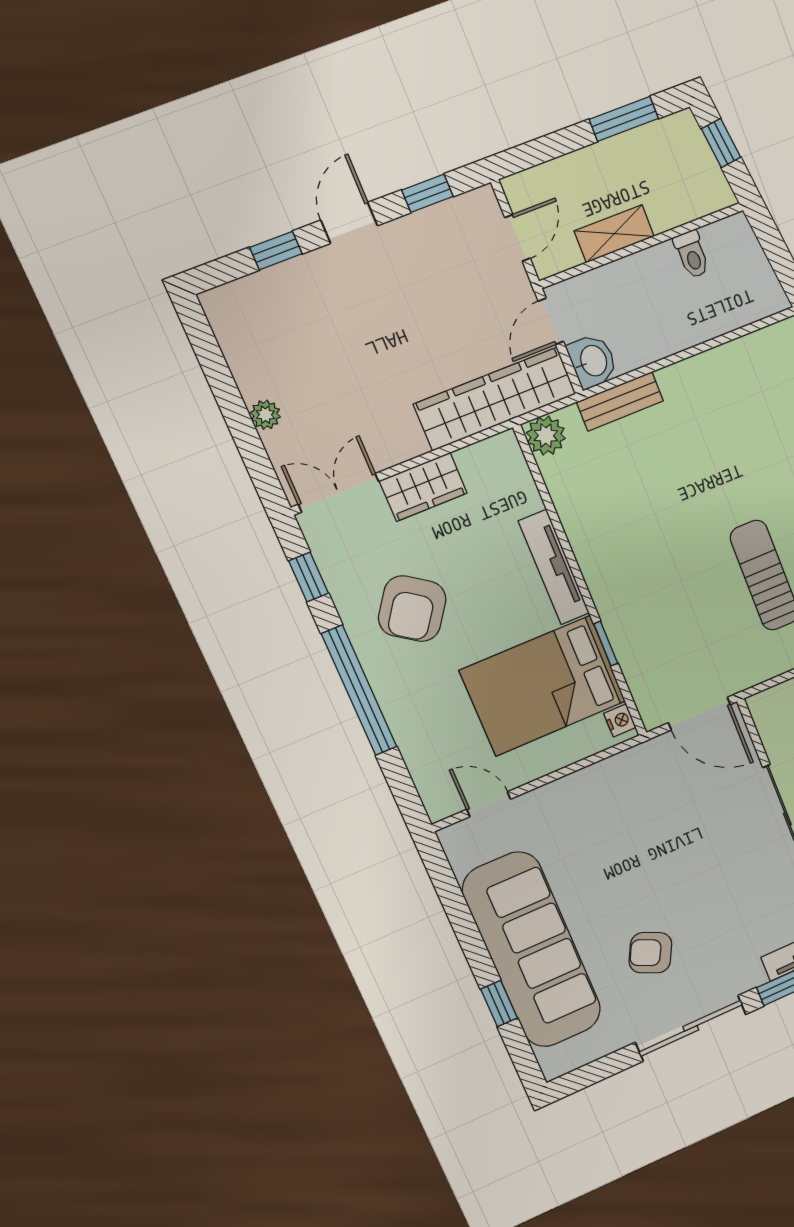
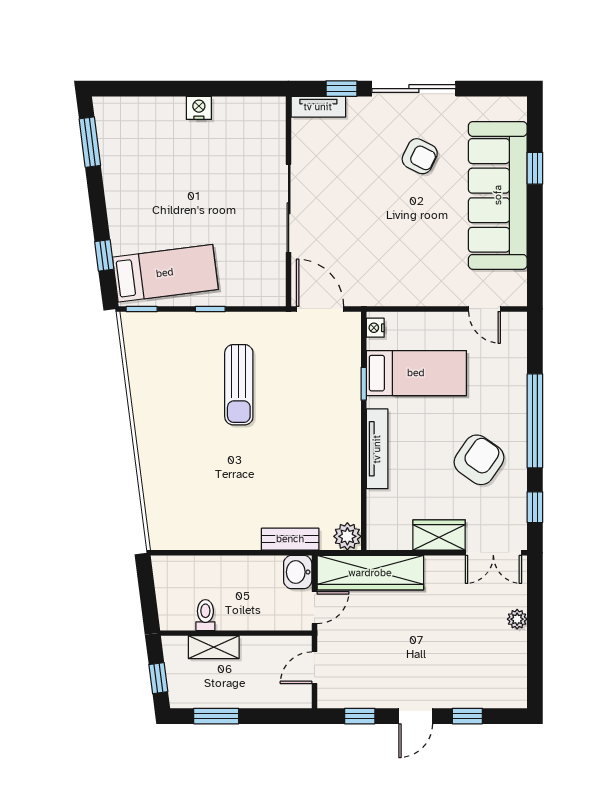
shelving: (614, 234) -> (214, 647), moved
bed: (543, 686) -> (416, 373), width x0.67

